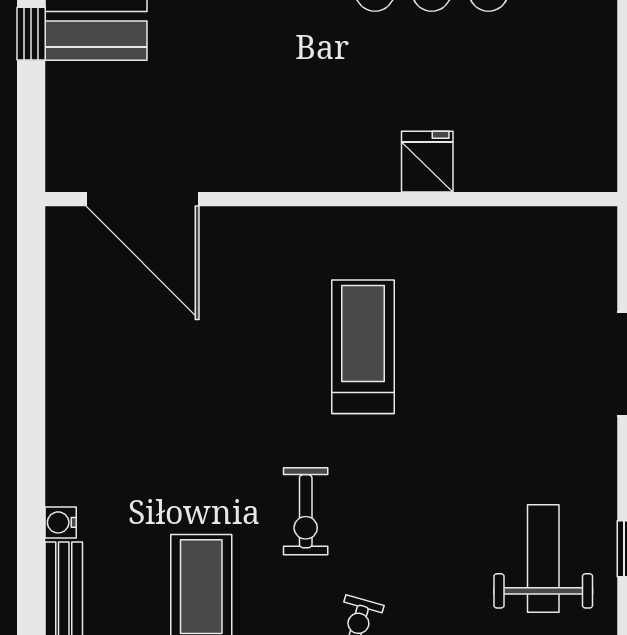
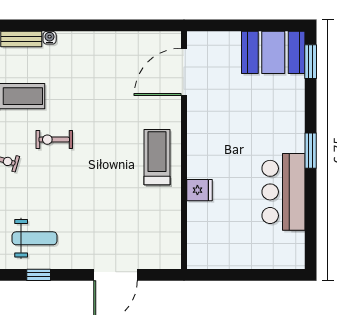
window: (31, 34) -> (253, 25), removed
treadmill: (363, 347) -> (157, 157), moved, turned -90

